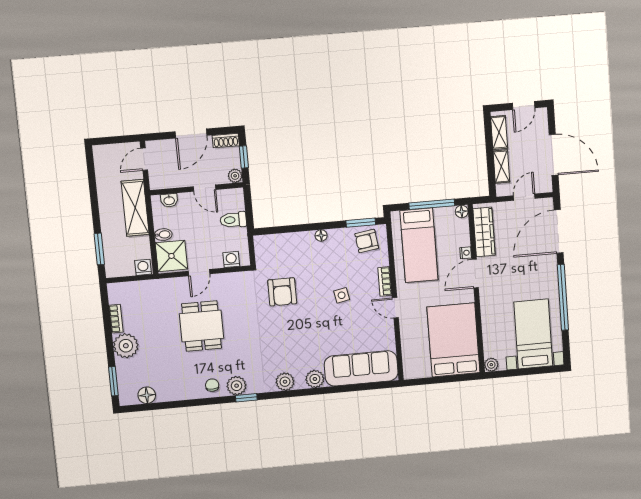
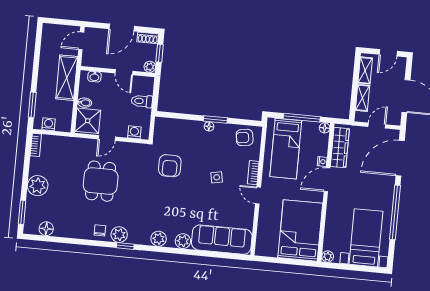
window: (361, 223) -> (215, 119), moved
washing machine: (143, 267) -> (49, 124), moved
bookcase: (116, 319) -> (36, 145), moved

